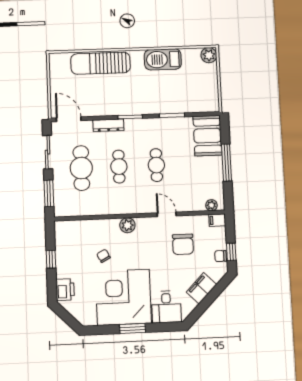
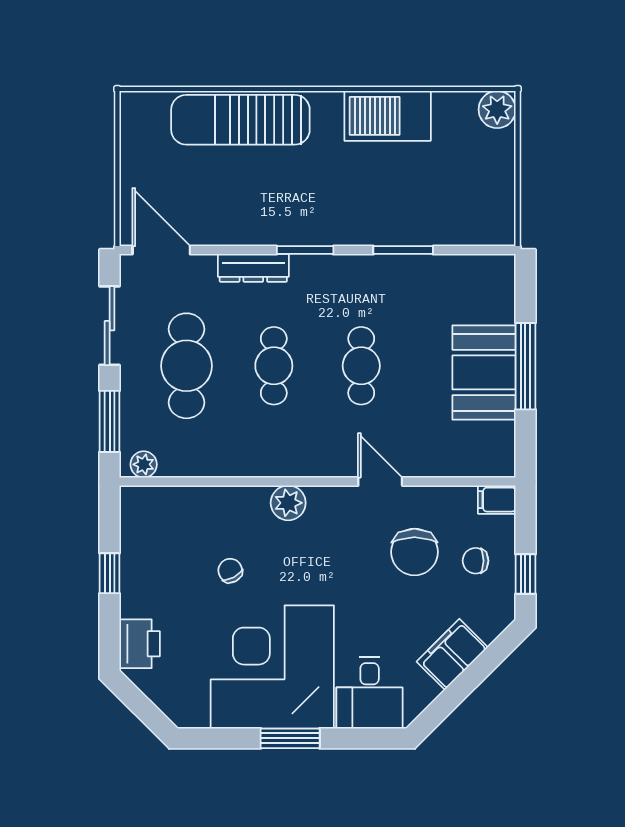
booth: (207, 136) -> (484, 372), moved
plant: (211, 205) -> (144, 464), moved
chair: (221, 256) -> (476, 561), moved

